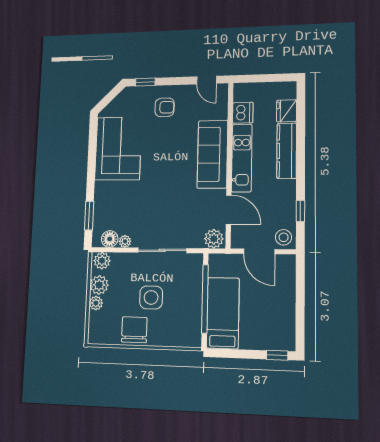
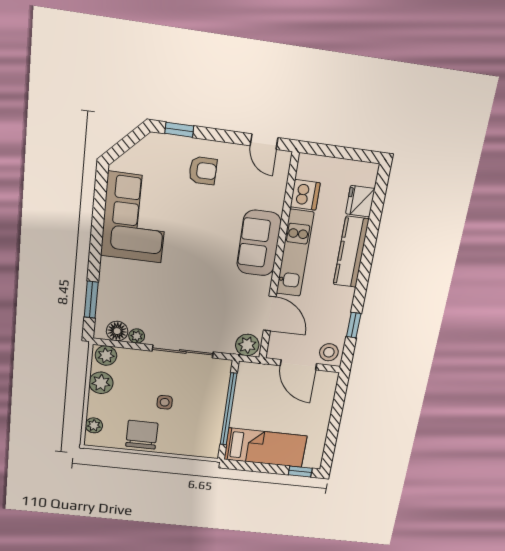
sofa: (212, 154) -> (259, 243), width x0.73
side table: (151, 297) -> (165, 402), width x0.54, depth x0.54
plant: (96, 303) -> (94, 425), moved
bed: (223, 313) -> (265, 448), moved, turned 90

